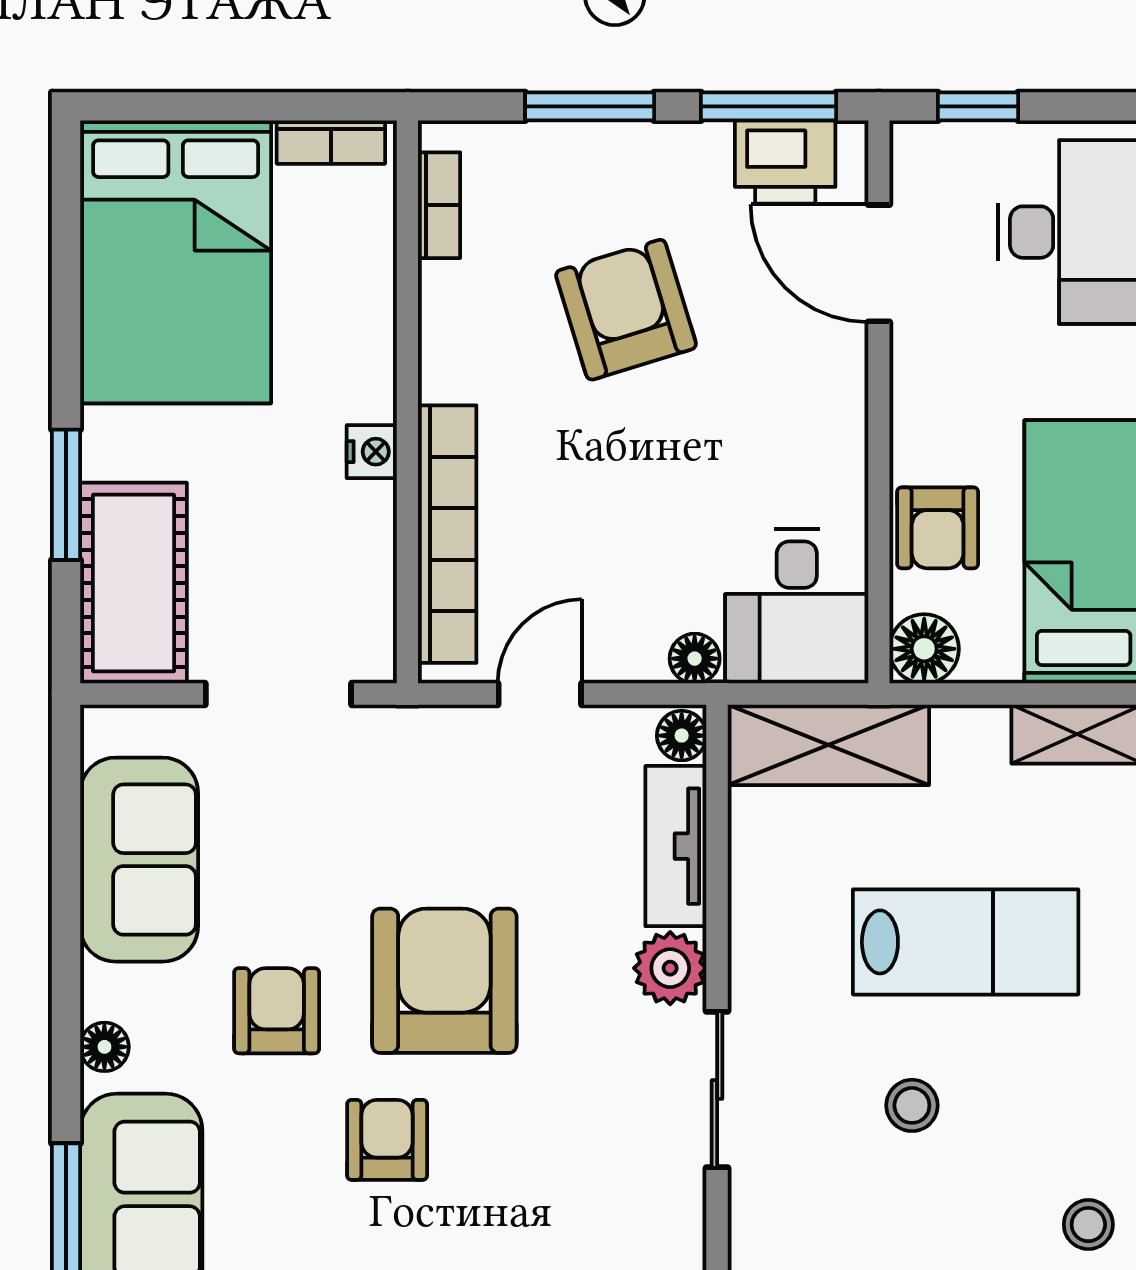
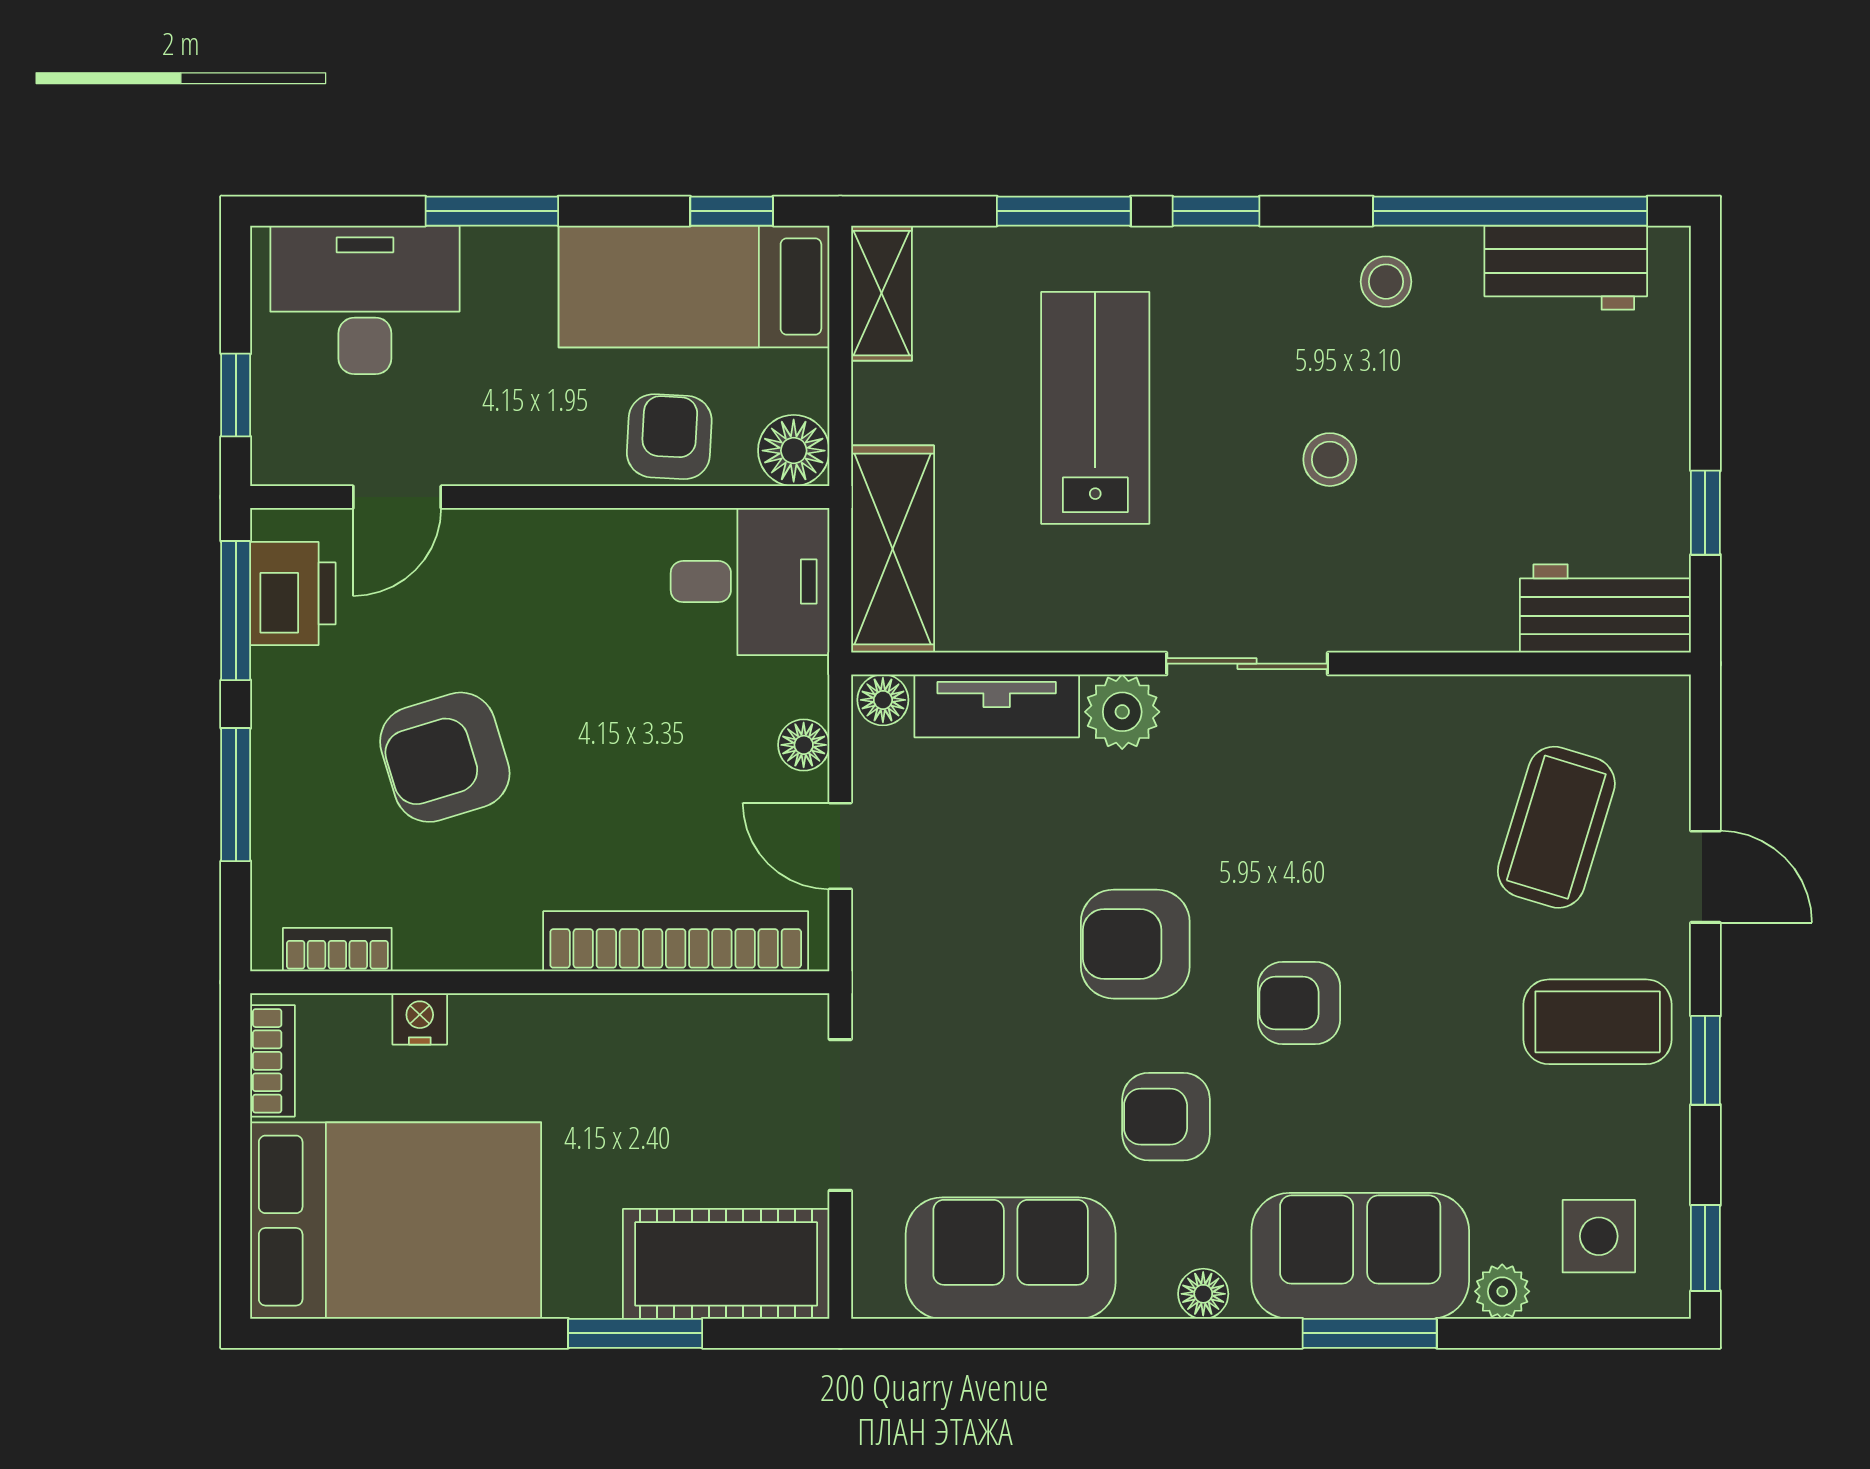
door: (879, 263) -> (397, 497), width x0.73
nightstand: (372, 452) -> (420, 1019), moved
armchair: (938, 528) -> (669, 437), turned -87
floor lamp: (695, 659) -> (804, 745), moved
armchair: (444, 981) -> (1135, 944), width x0.73, depth x0.73
stool: (912, 1105) -> (1330, 460), moved

